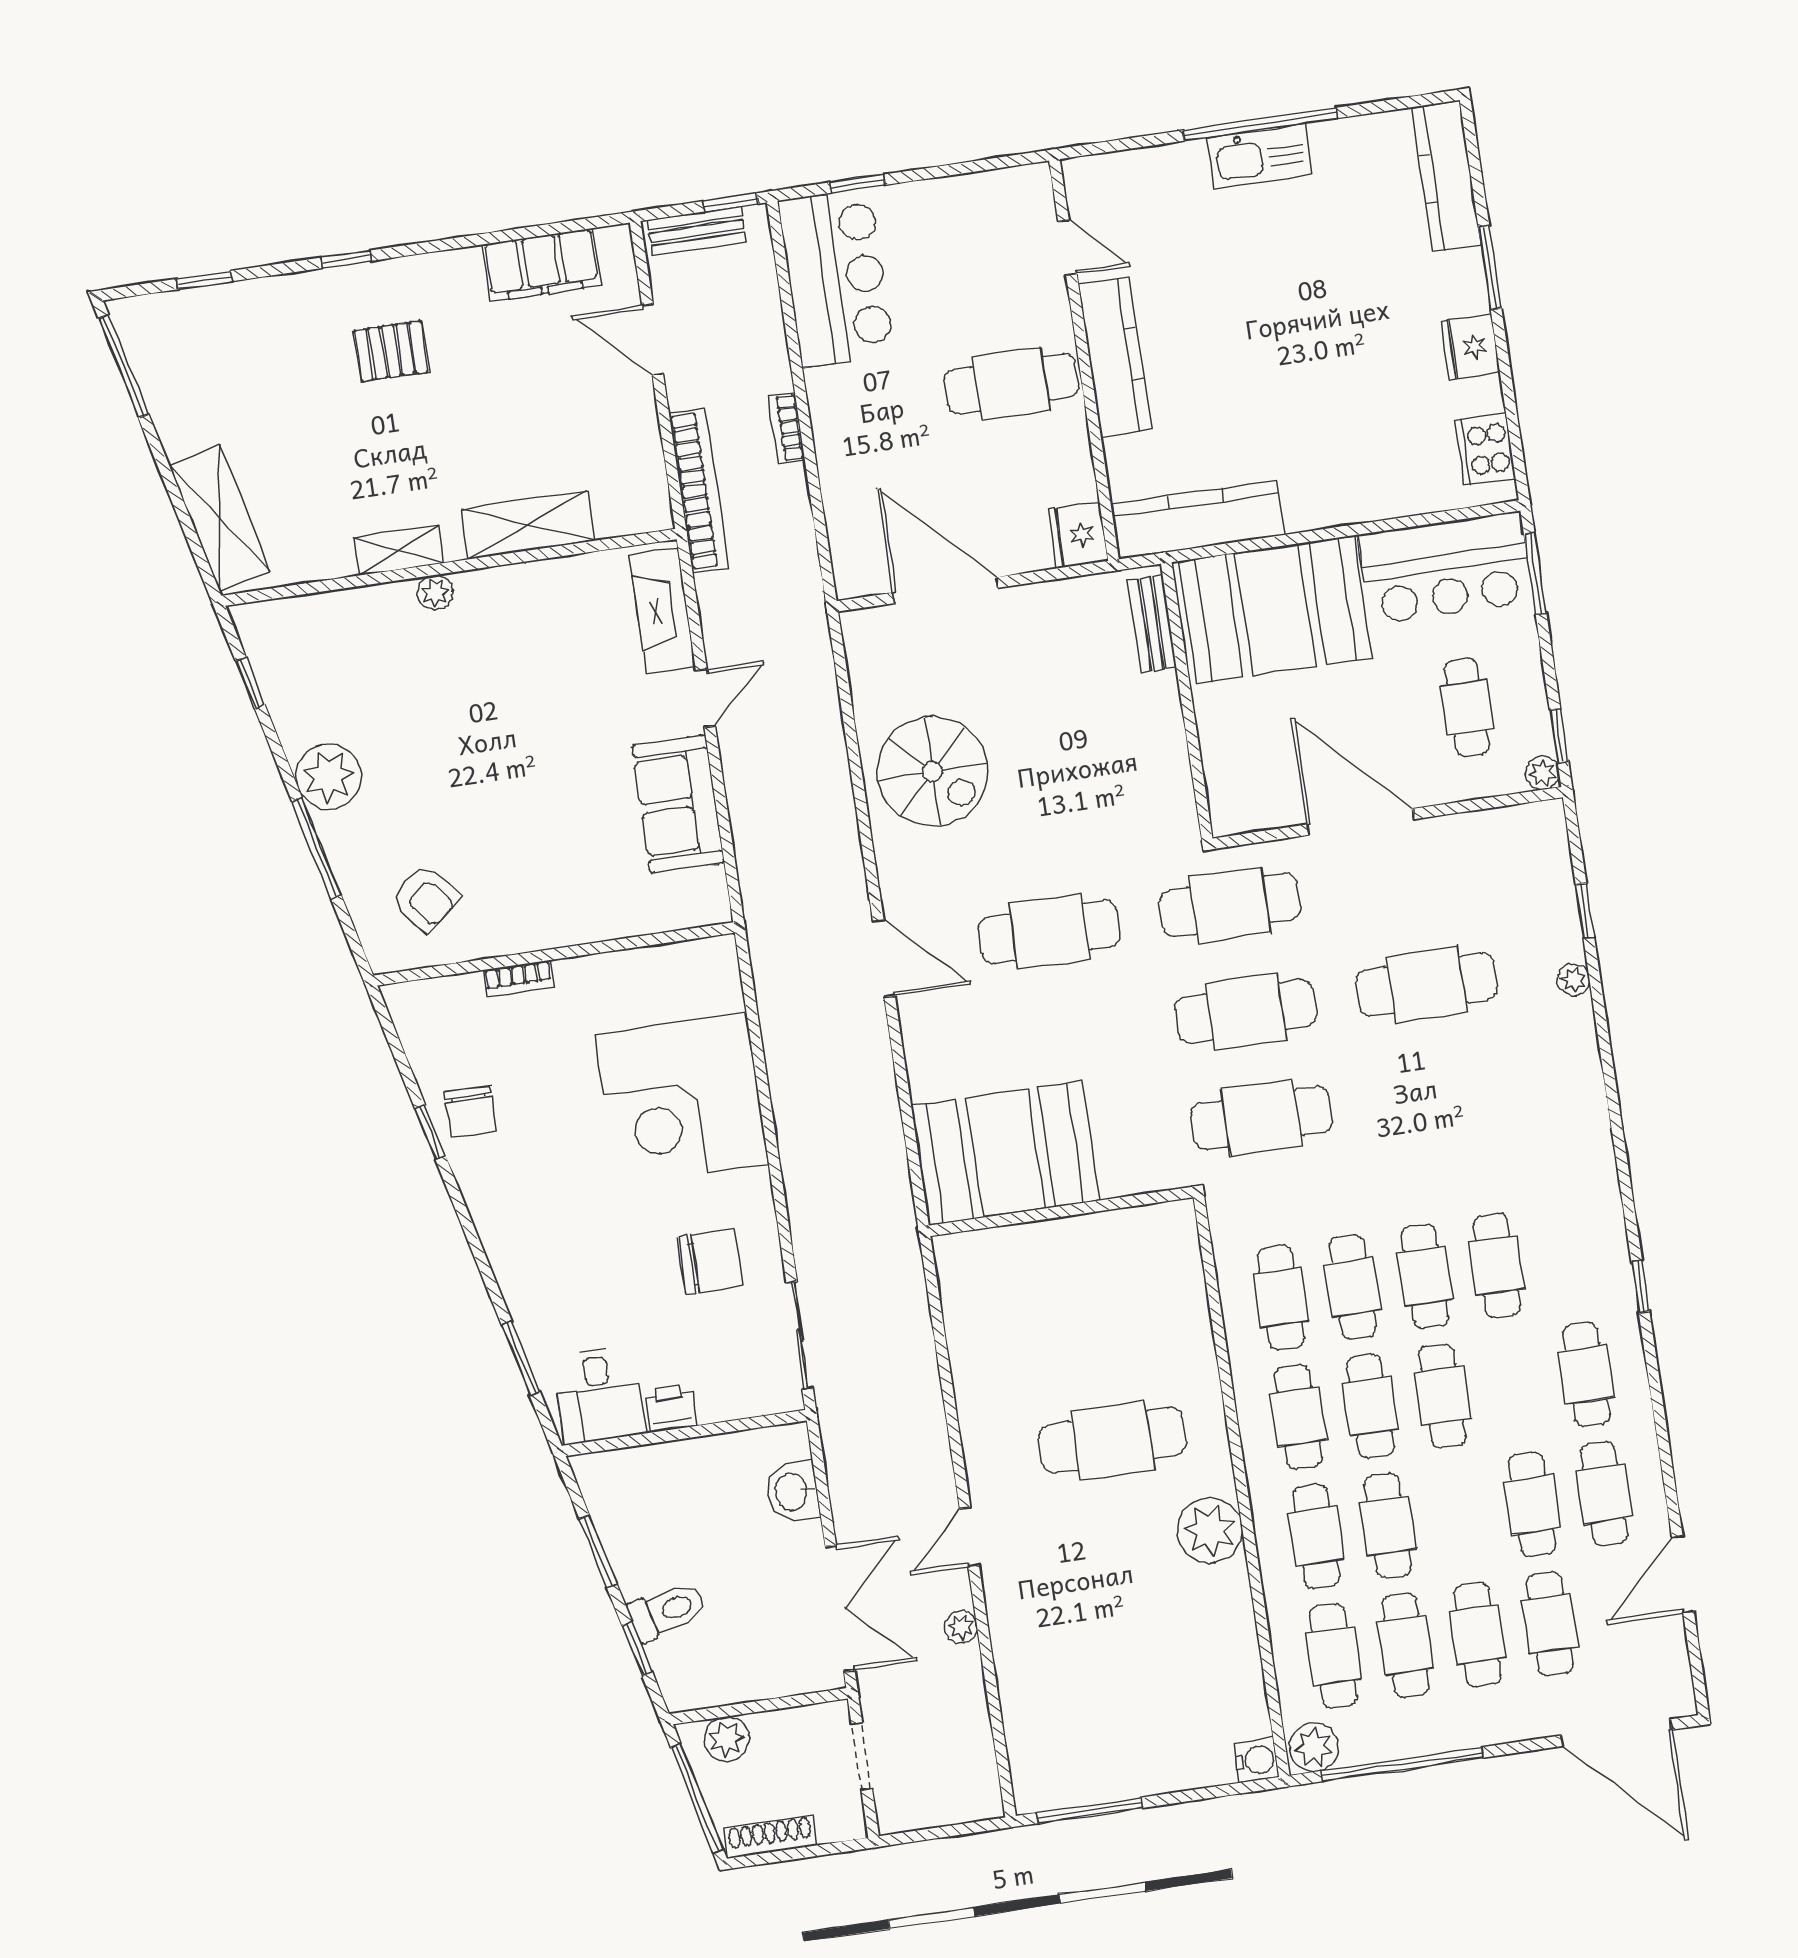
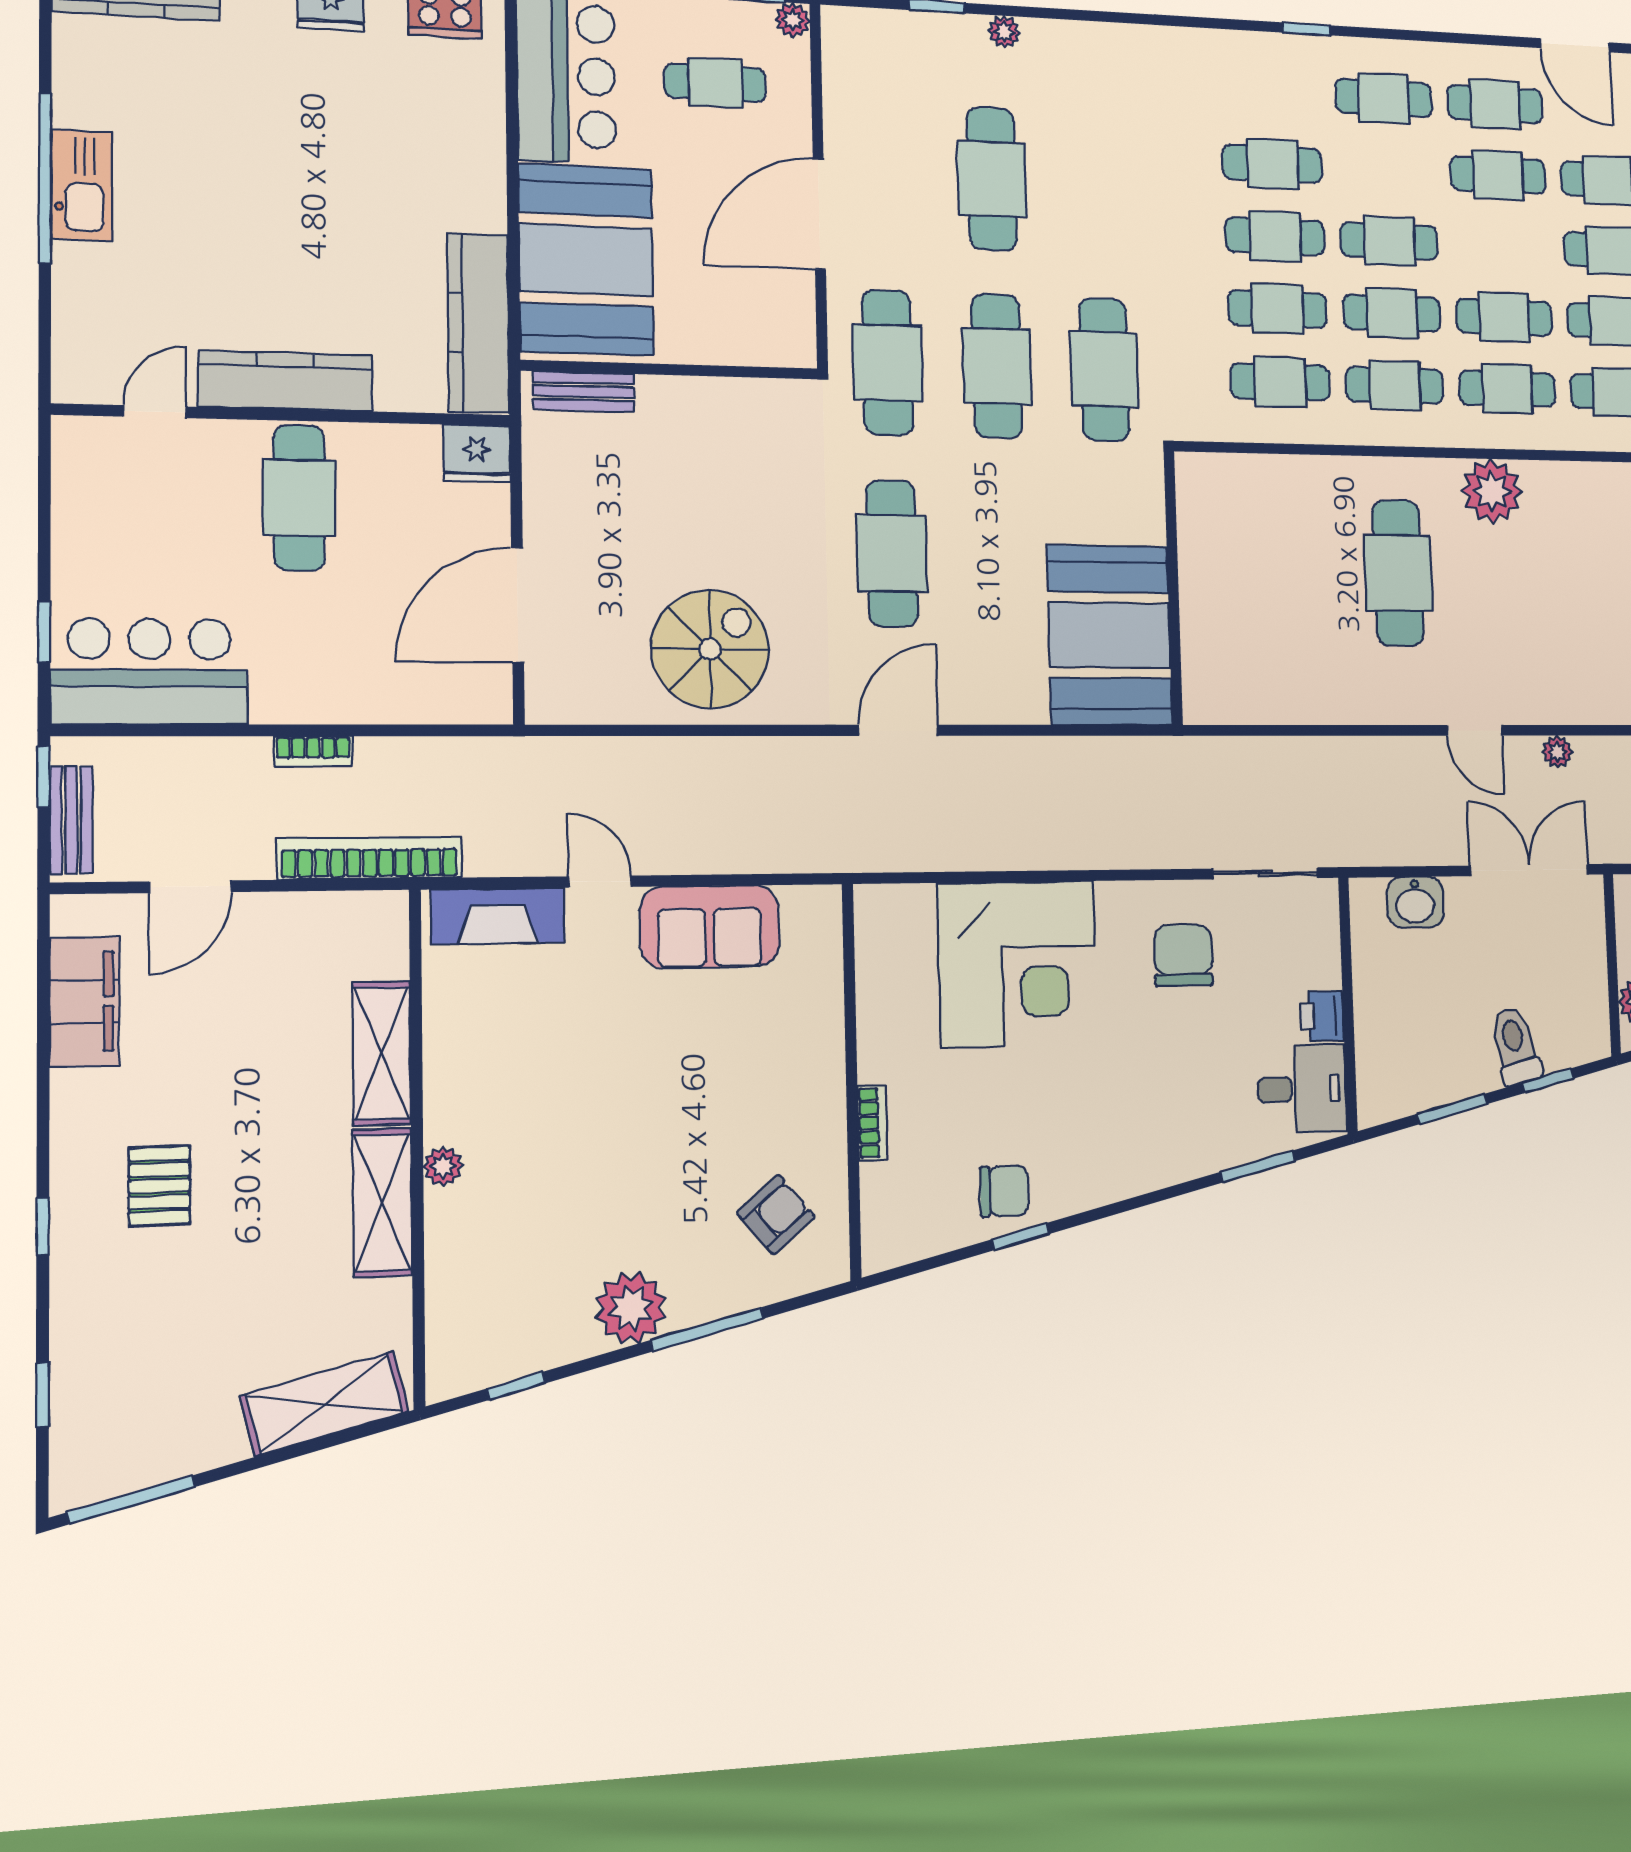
shelving: (399, 550) -> (382, 1202), width x1.50, depth x1.33

